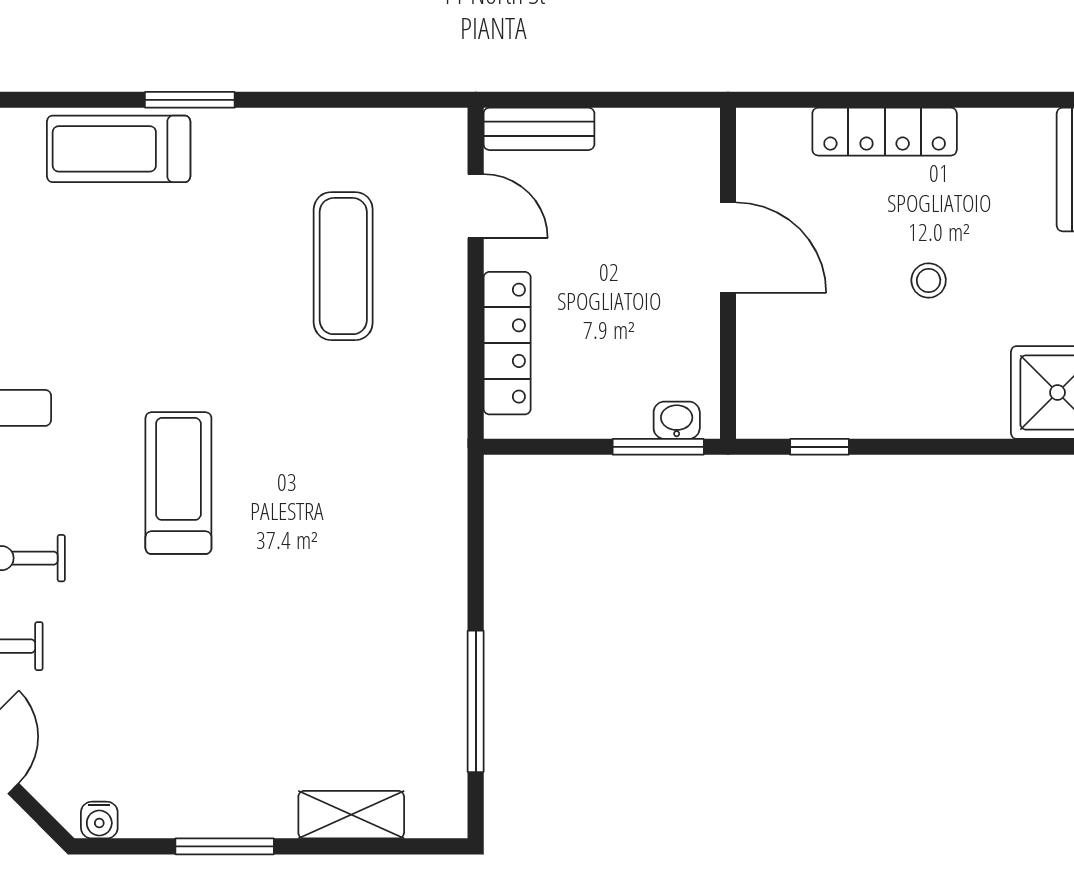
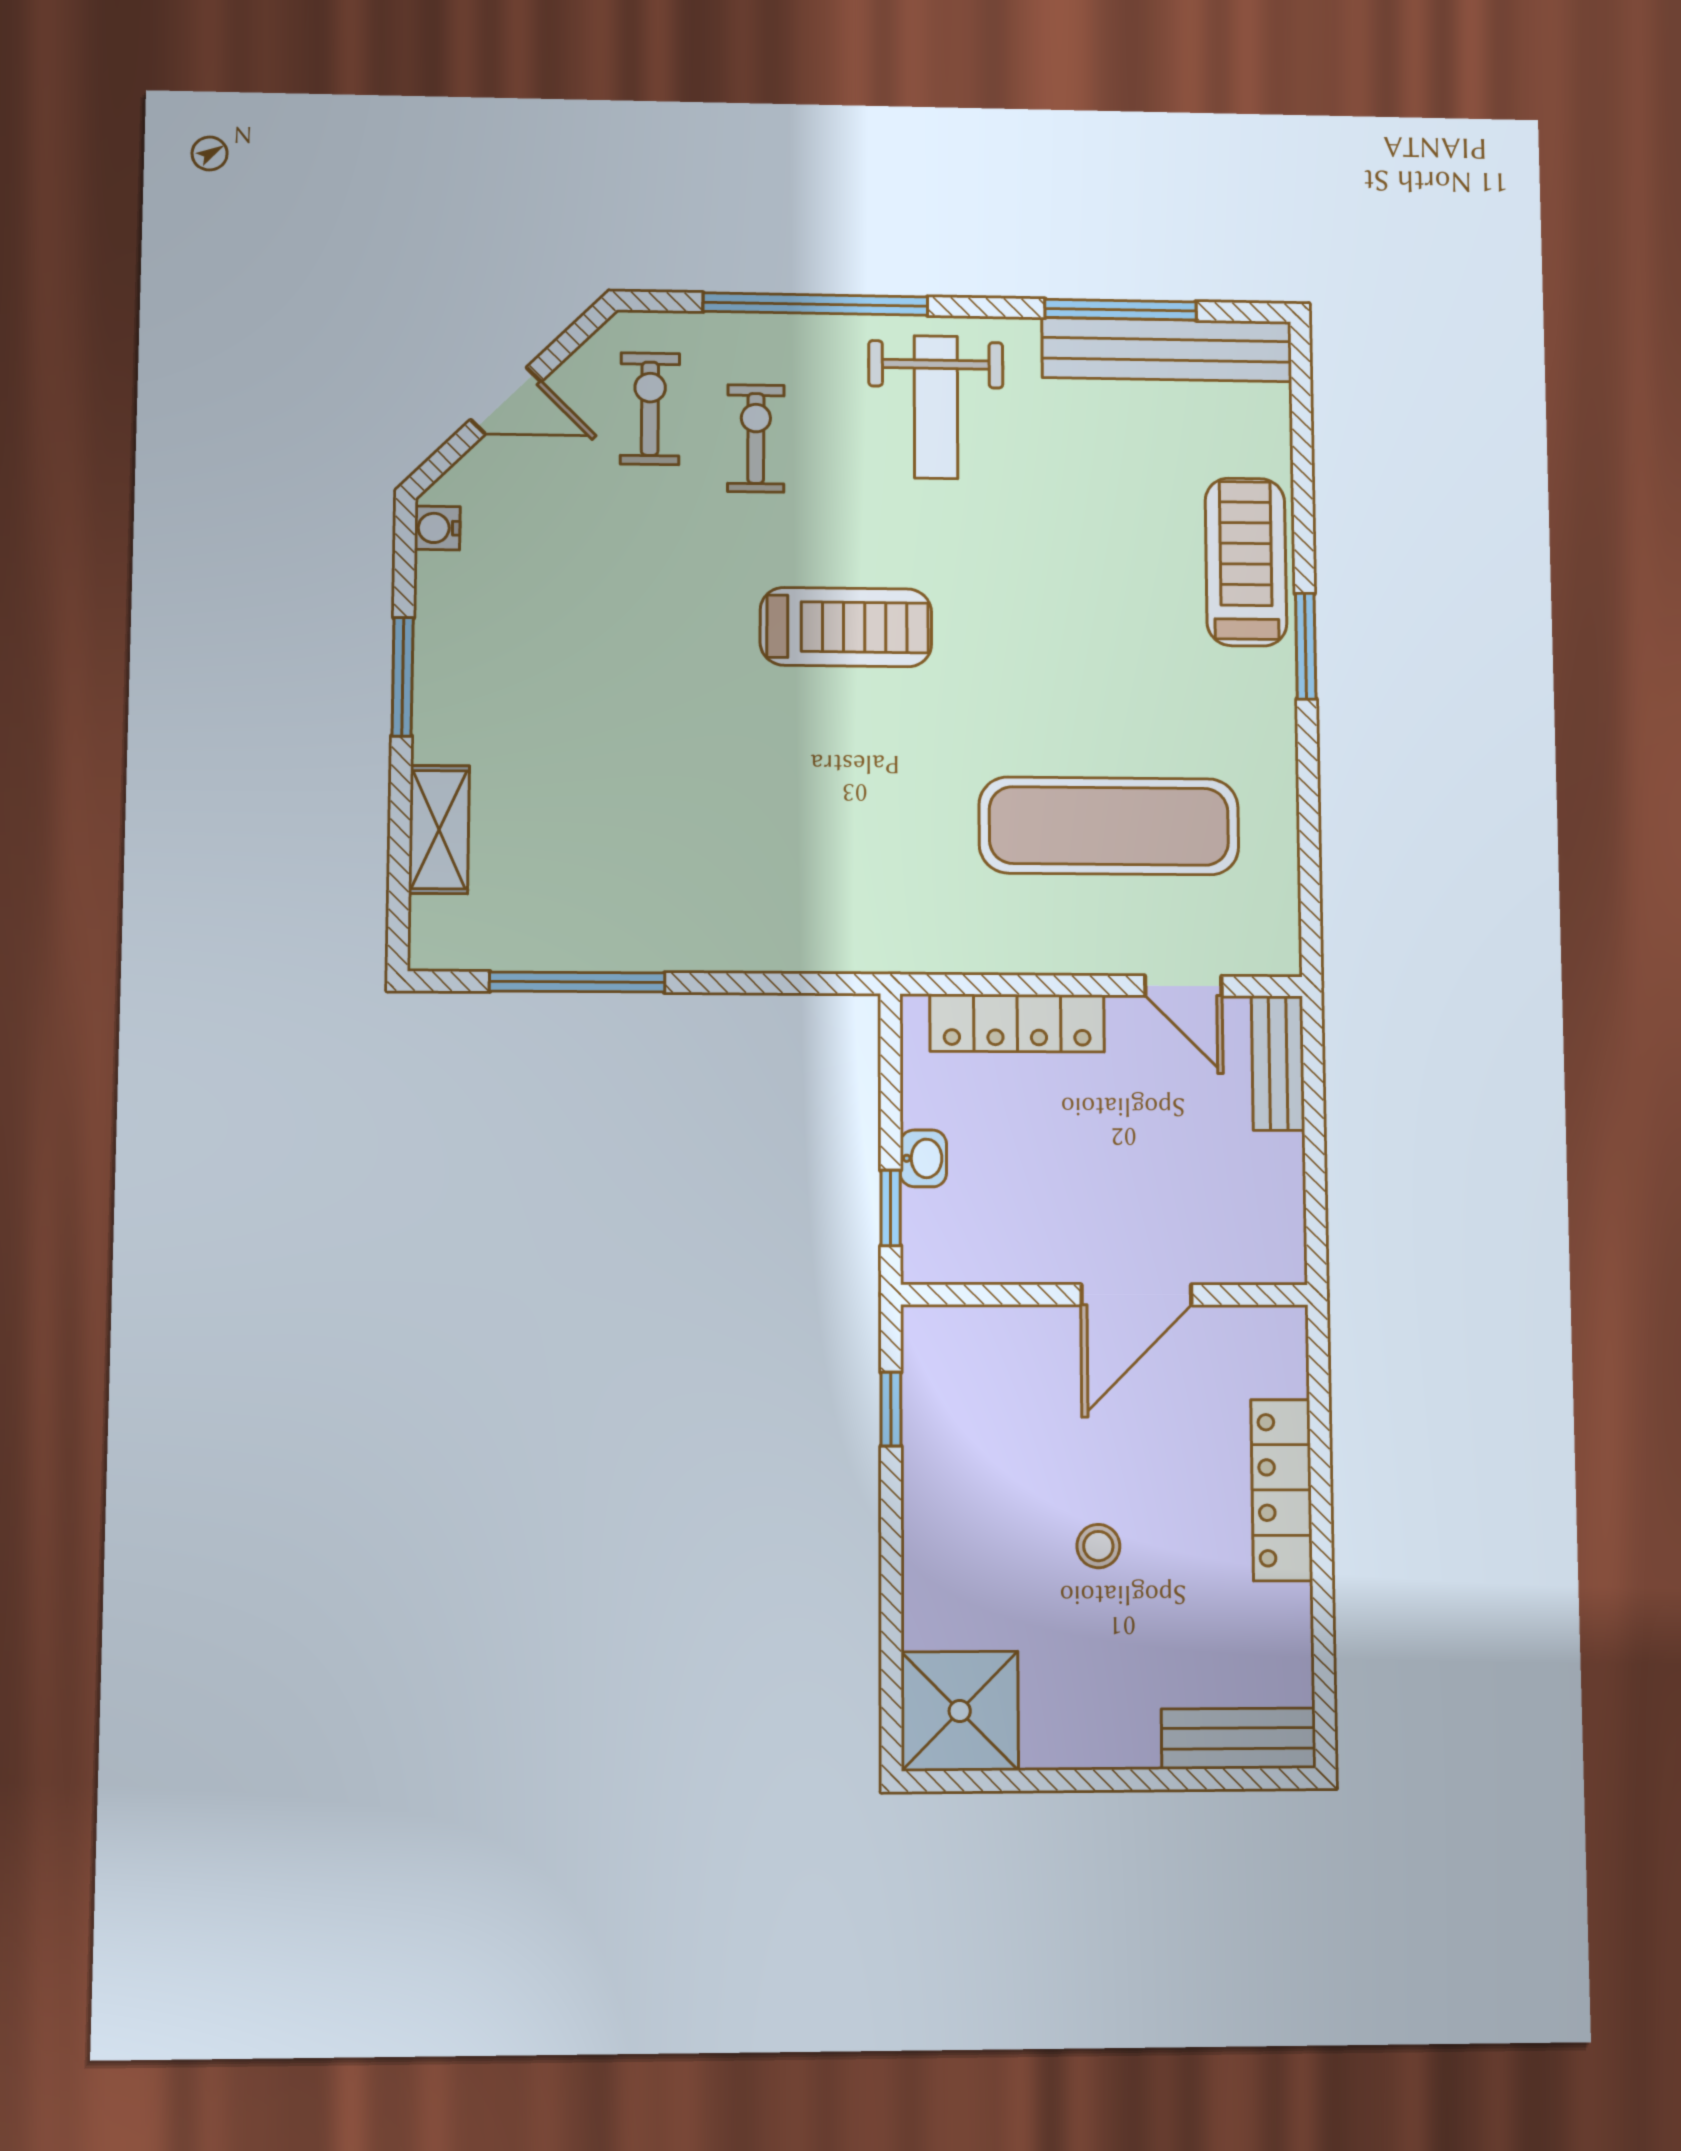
door: (476, 206) -> (1183, 986), hinge flipped
exercise mat: (343, 266) -> (1109, 826), width x1.36, depth x1.45
washbasin: (677, 420) -> (923, 1158), moved
window: (658, 447) -> (891, 1208), width x0.67

